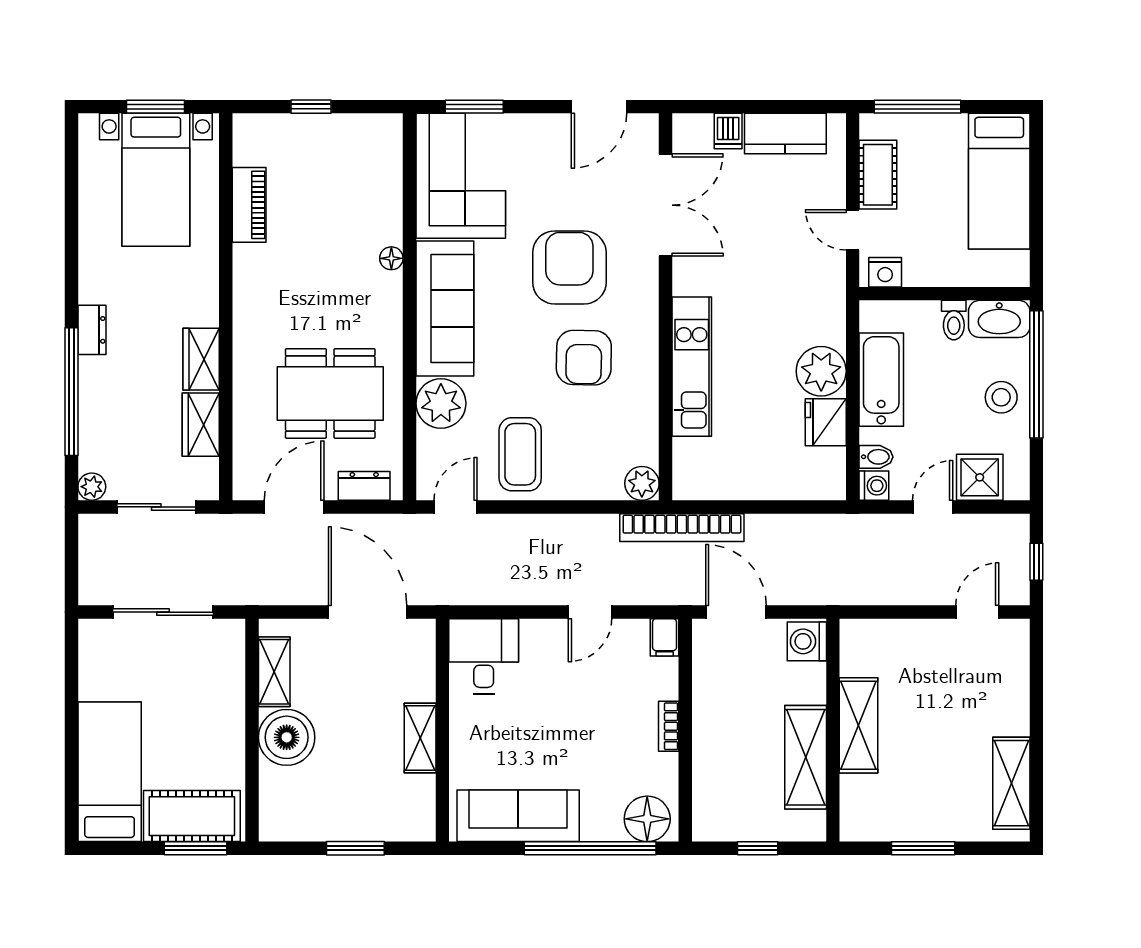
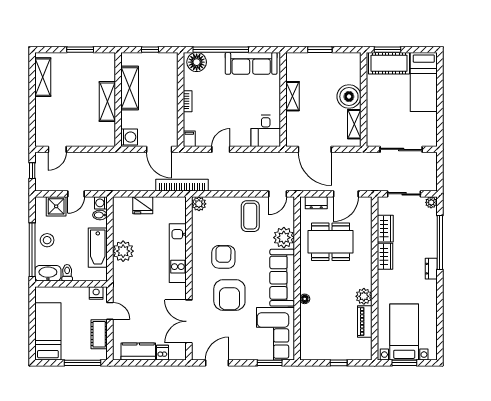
plant: (252, 264) -> (364, 296), added
fridge: (826, 422) -> (143, 205), moved, turned 90

